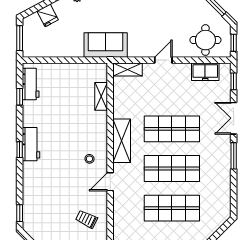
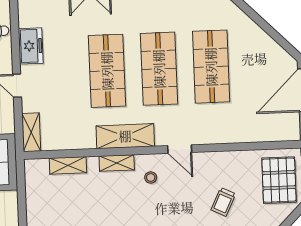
freezer: (205, 72) -> (31, 46), moved
shelving: (102, 133) -> (117, 163), added
trolley: (87, 219) -> (223, 202), moved

